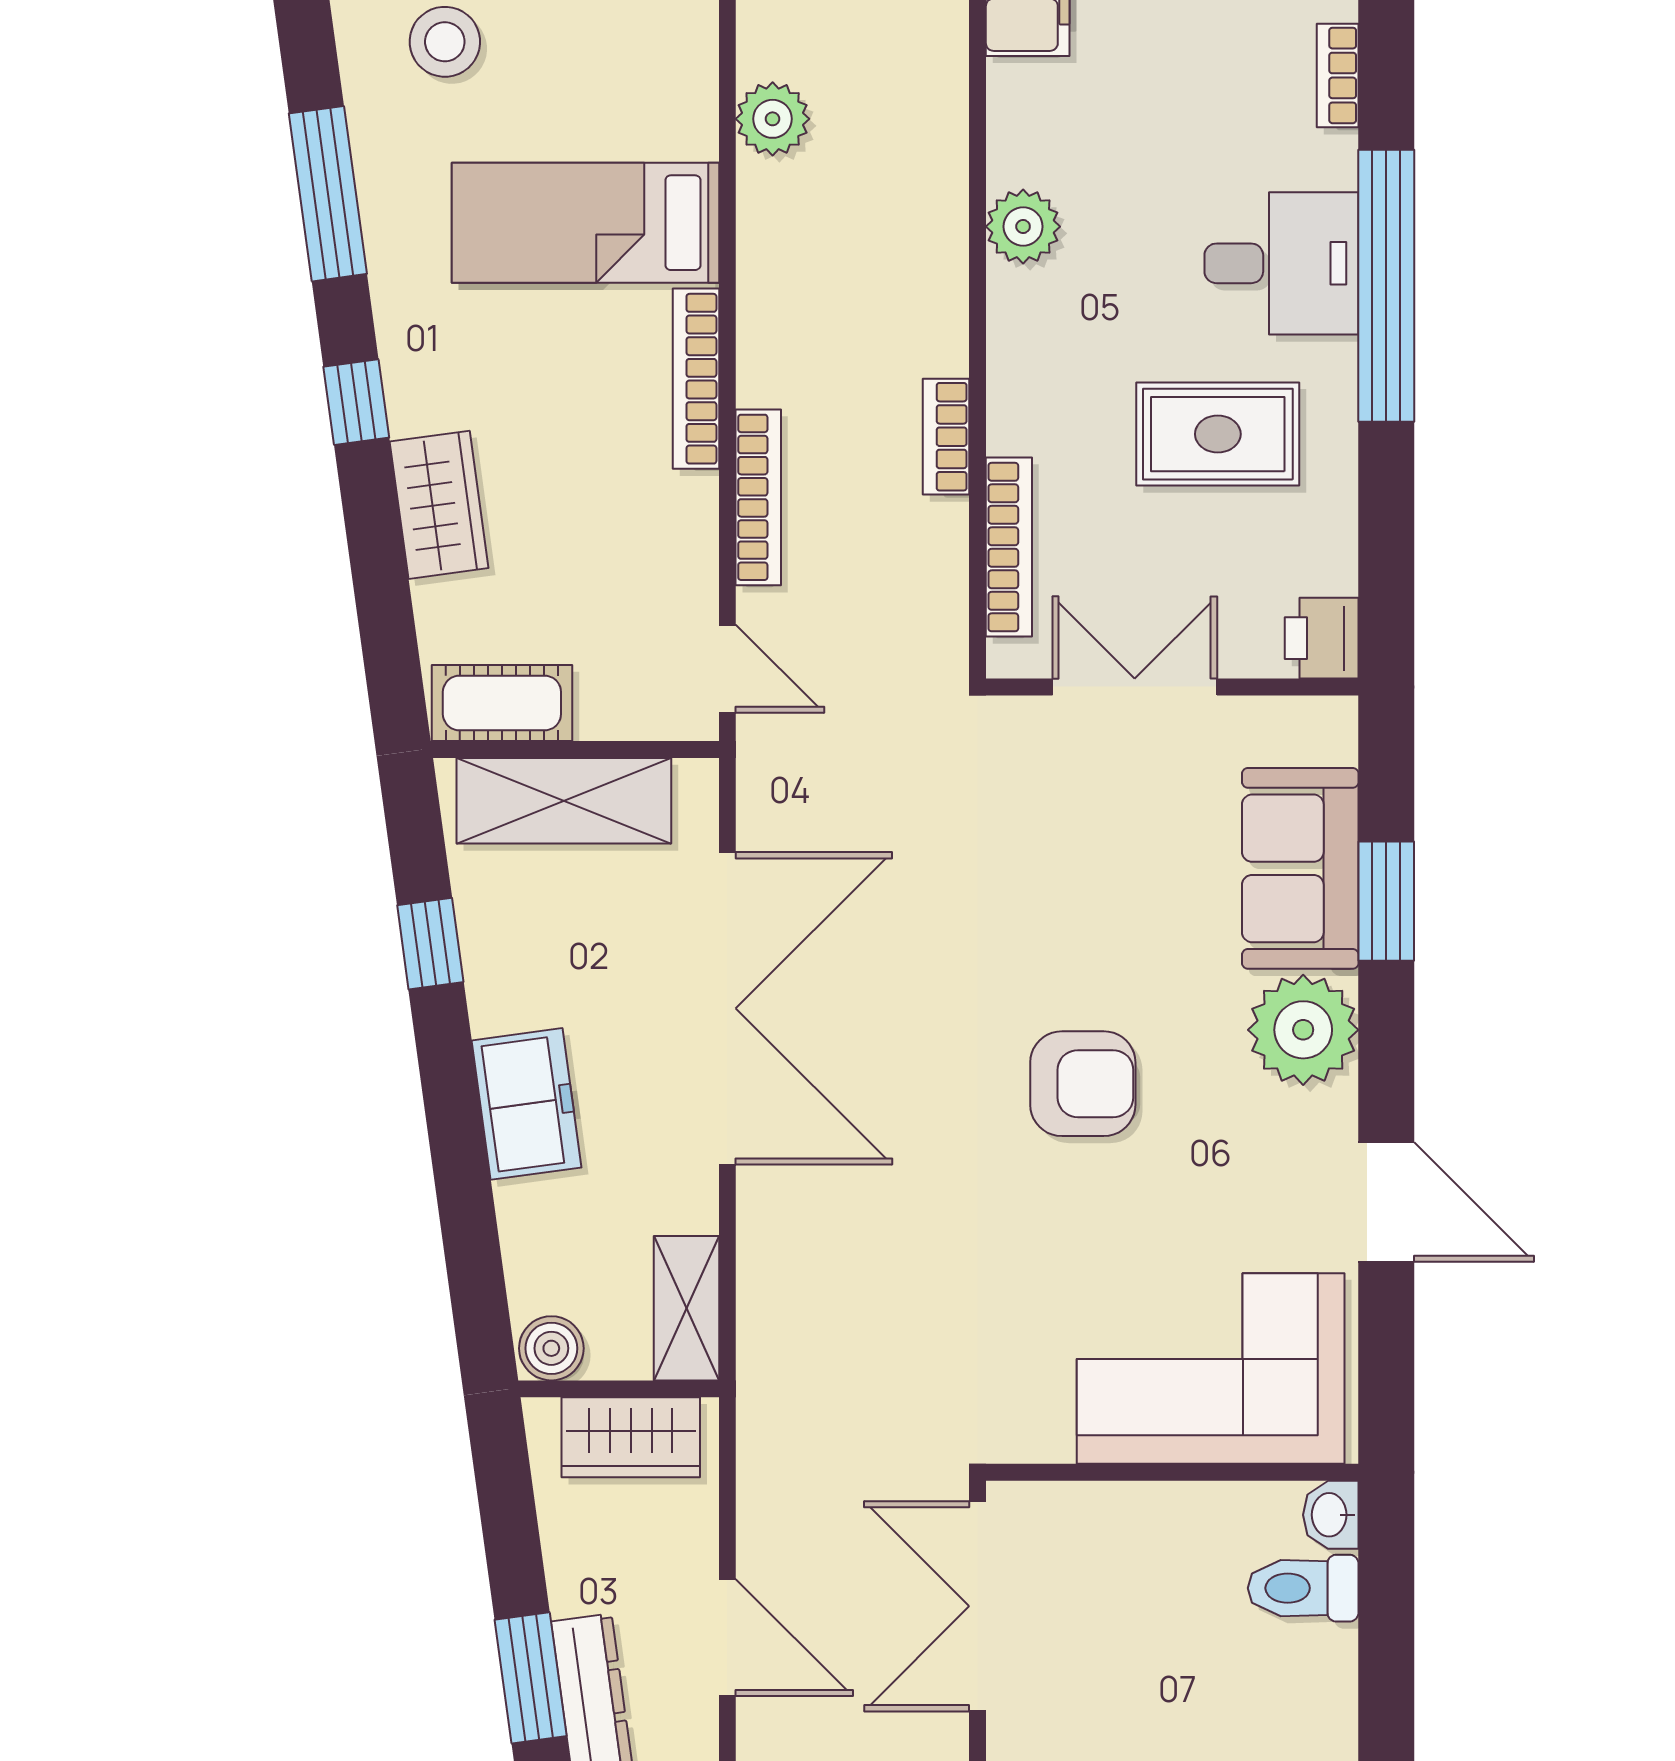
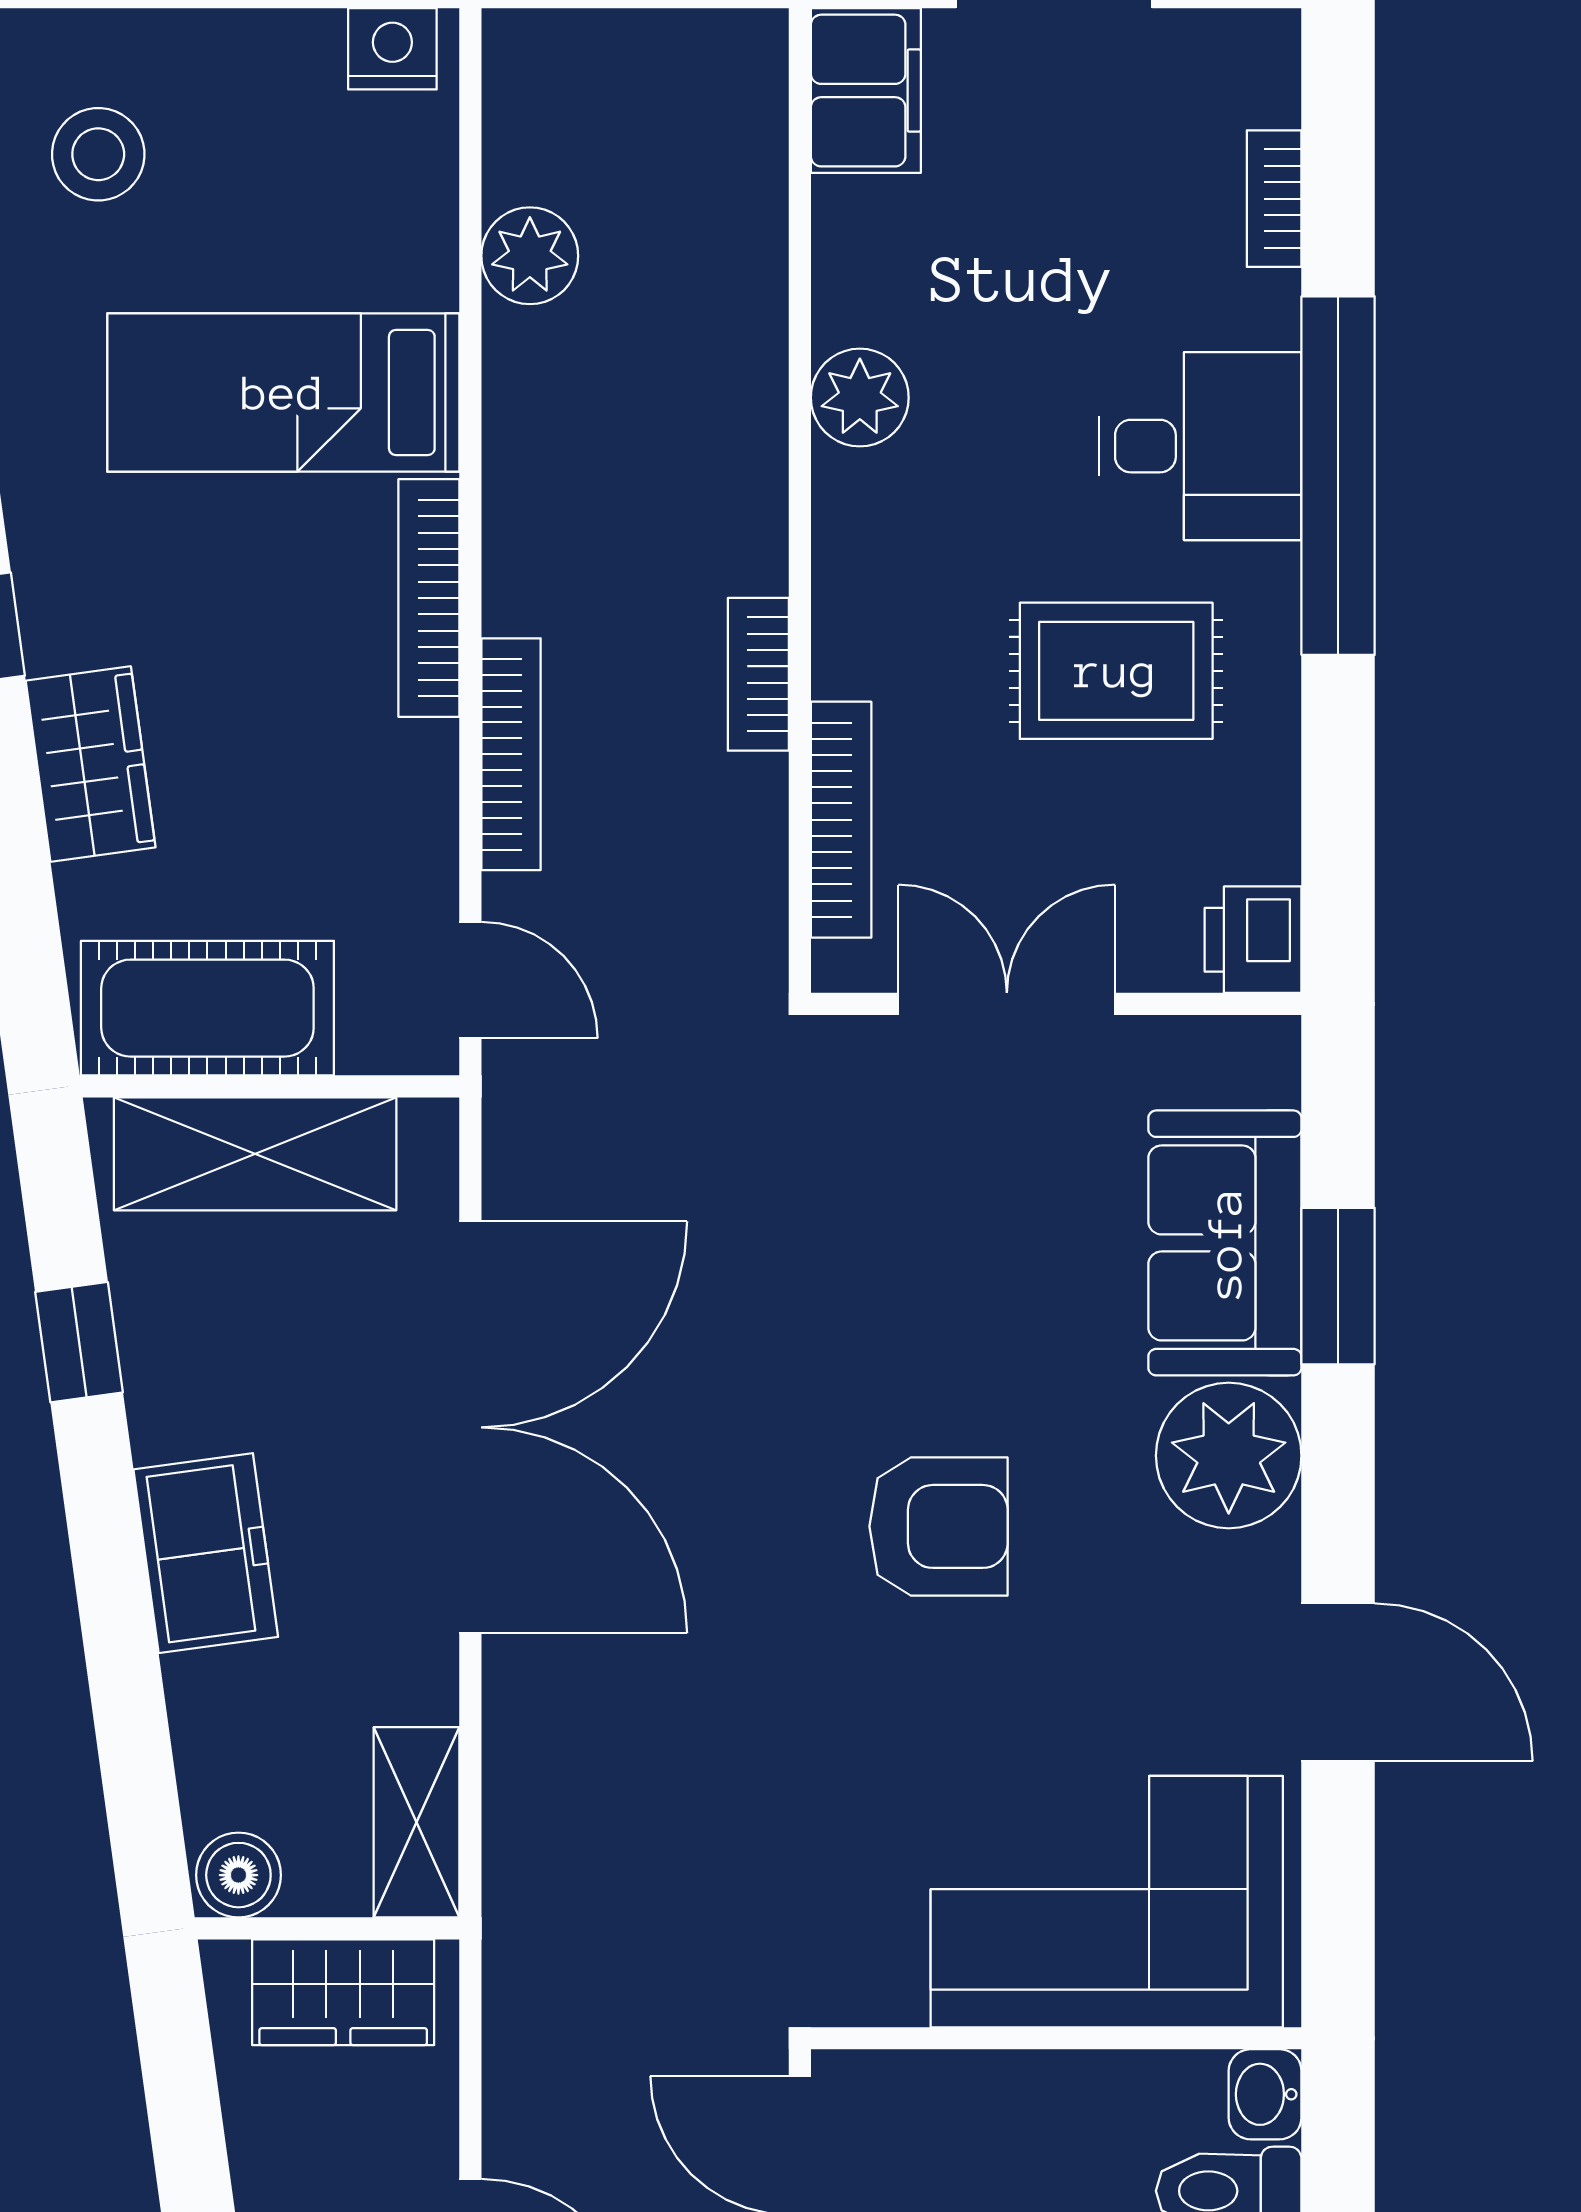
cot: (502, 703) -> (207, 1008), width x1.37, depth x1.34

